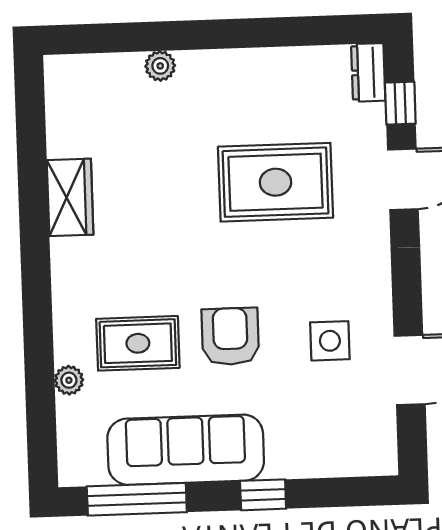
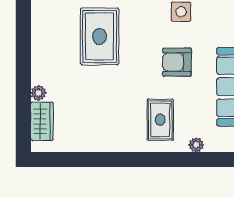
wardrobe: (70, 197) -> (42, 121), moved, turned 90
rug: (138, 343) -> (160, 120), moved

